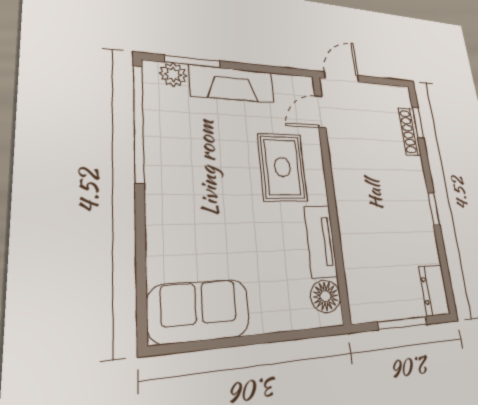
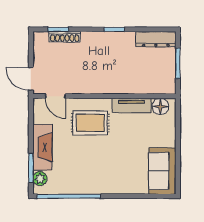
dresser: (434, 290) -> (156, 39), width x1.44

